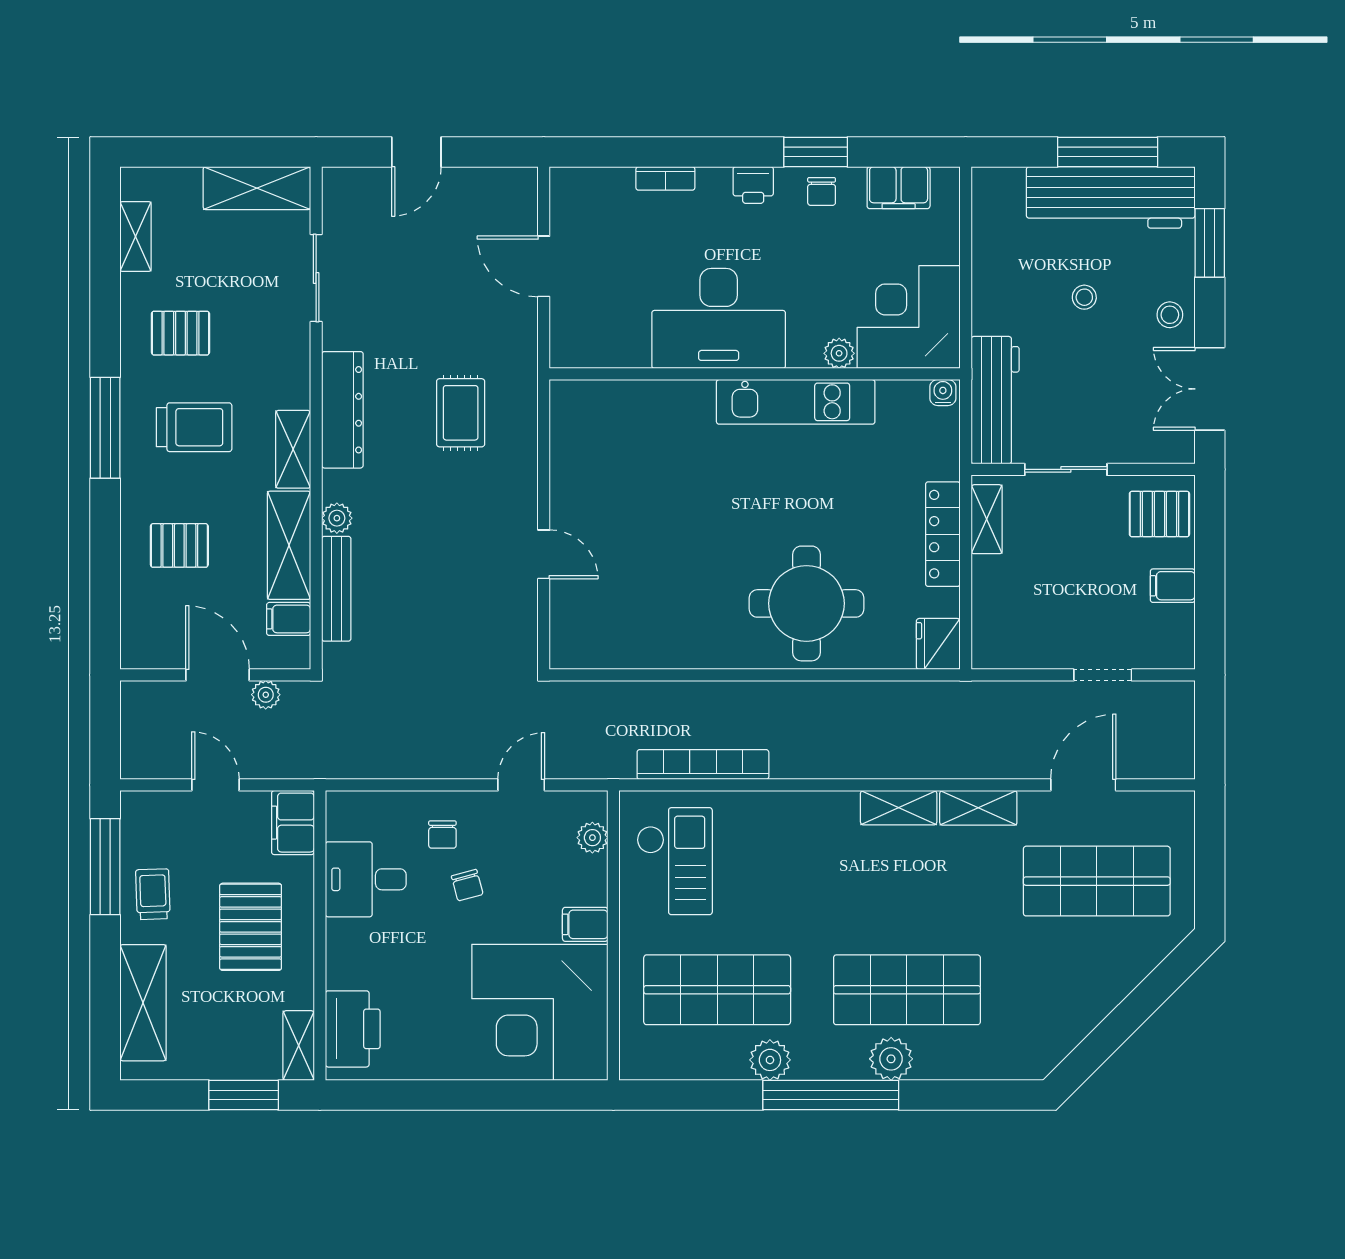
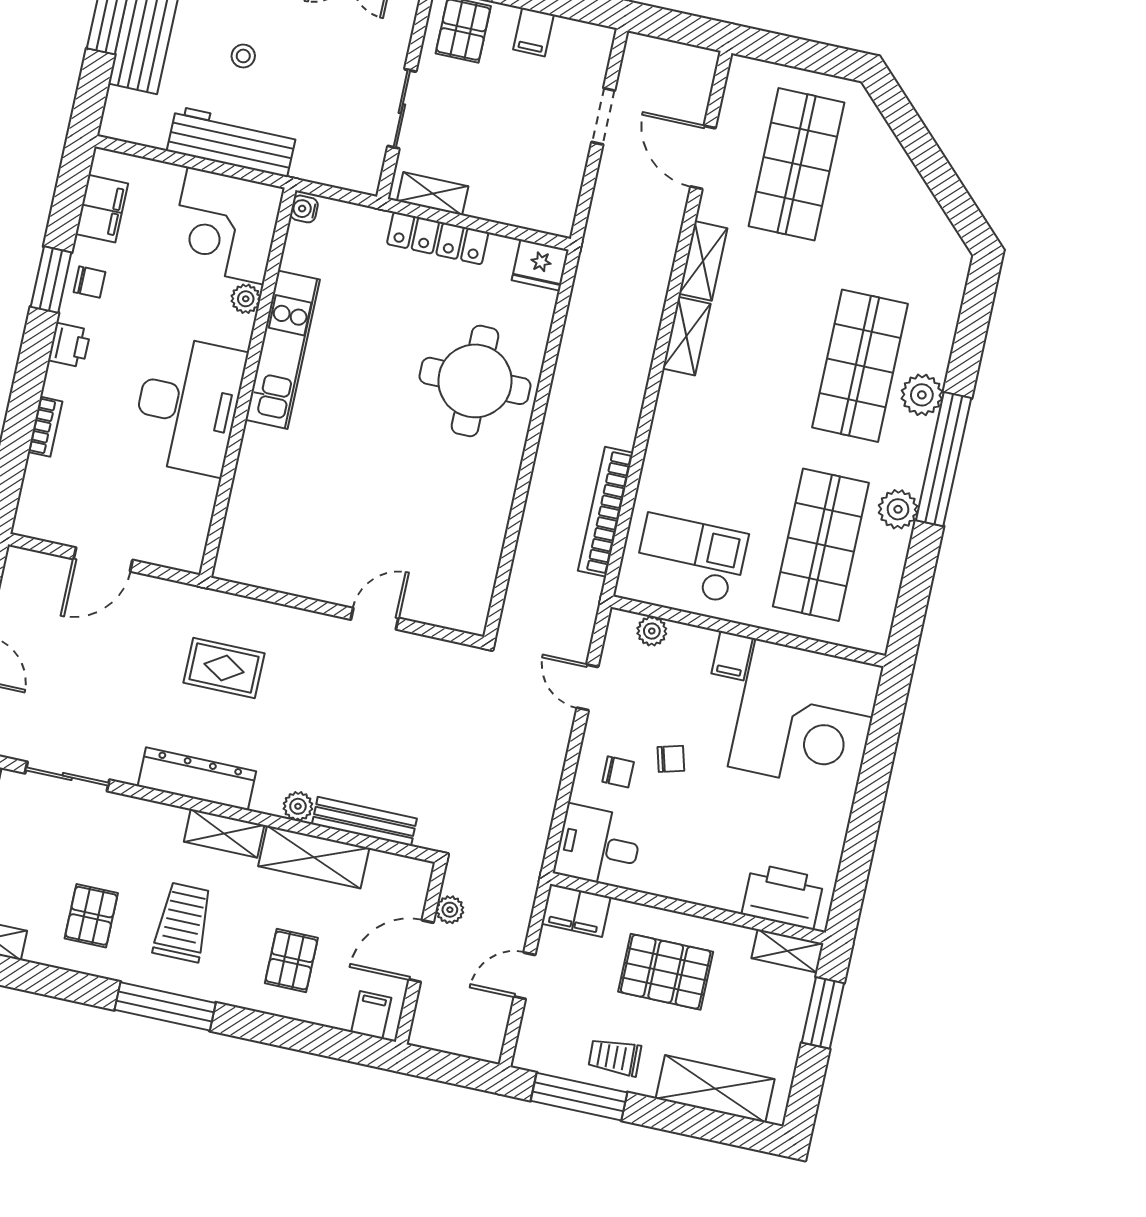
workbench: (995, 400) -> (232, 142), moved
filing cabinet: (289, 619) -> (371, 1015), moved, turned 180
desk: (366, 879) -> (598, 846), moved, turned 90

